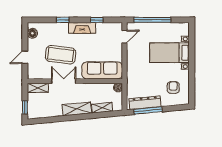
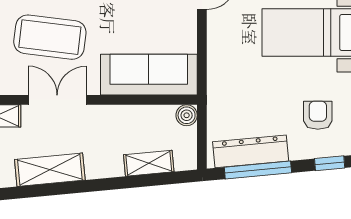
window: (178, 108) -> (330, 163), added
shelving: (77, 109) -> (50, 170), moved

